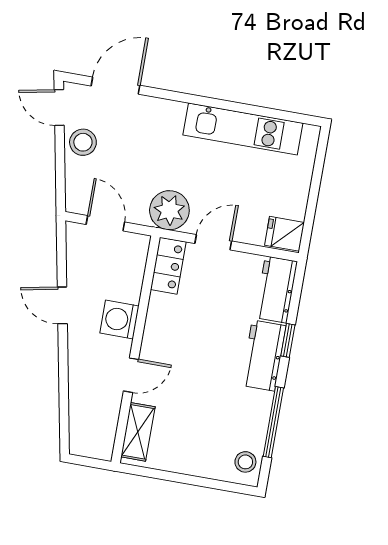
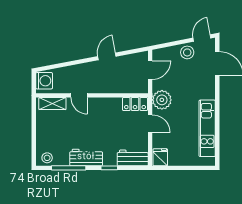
washing machine: (119, 319) -> (44, 81), moved, turned 90
workbench: (263, 355) -> (86, 157), moved

